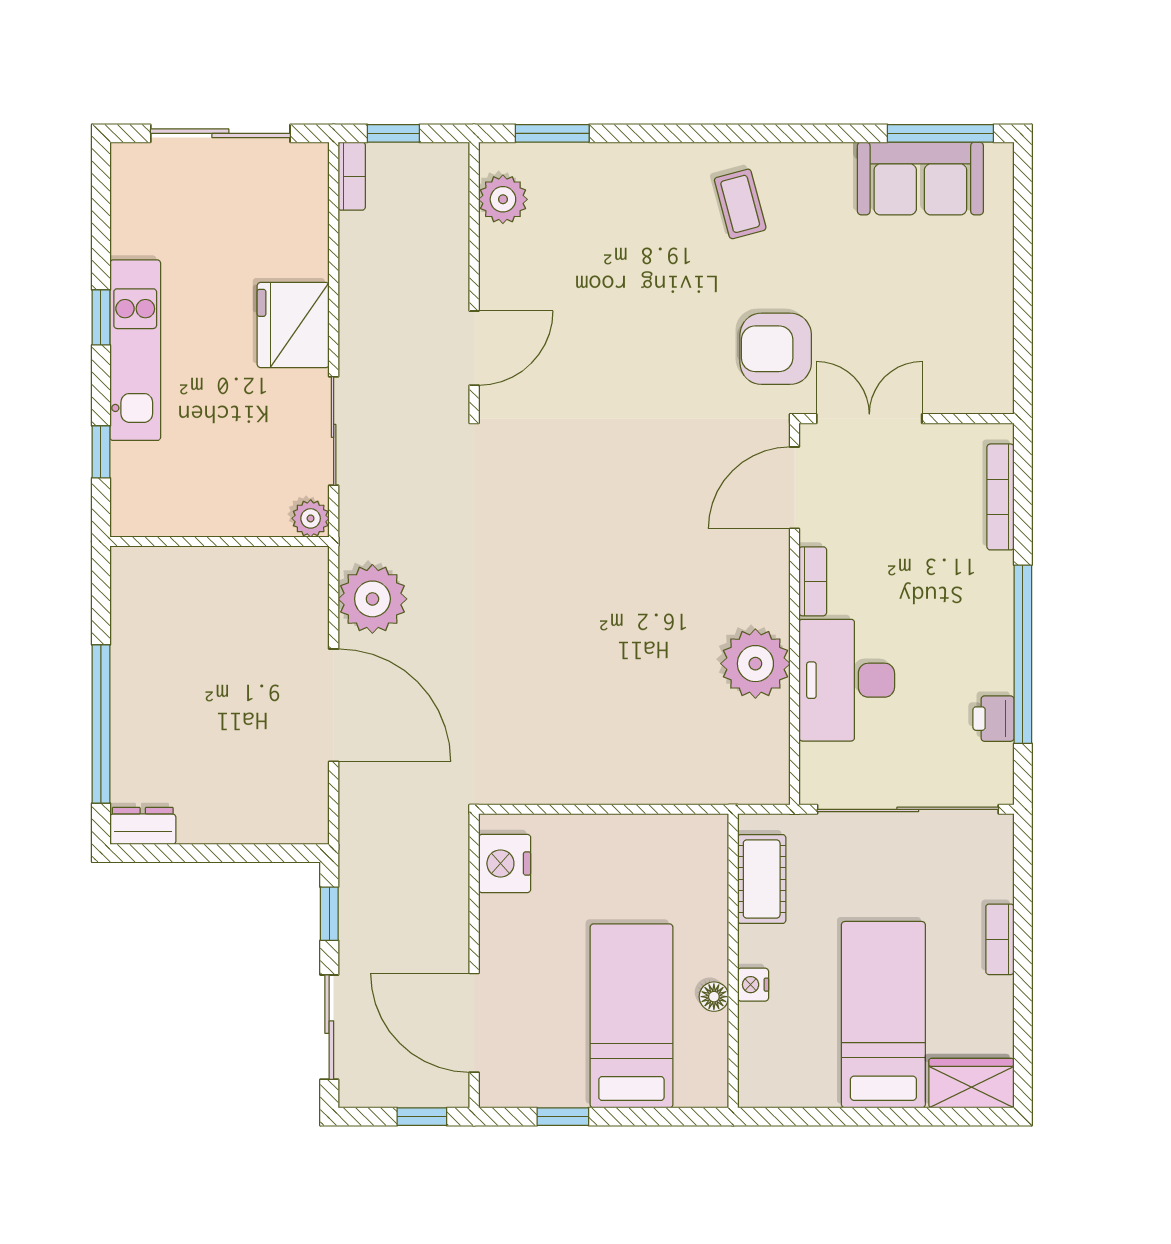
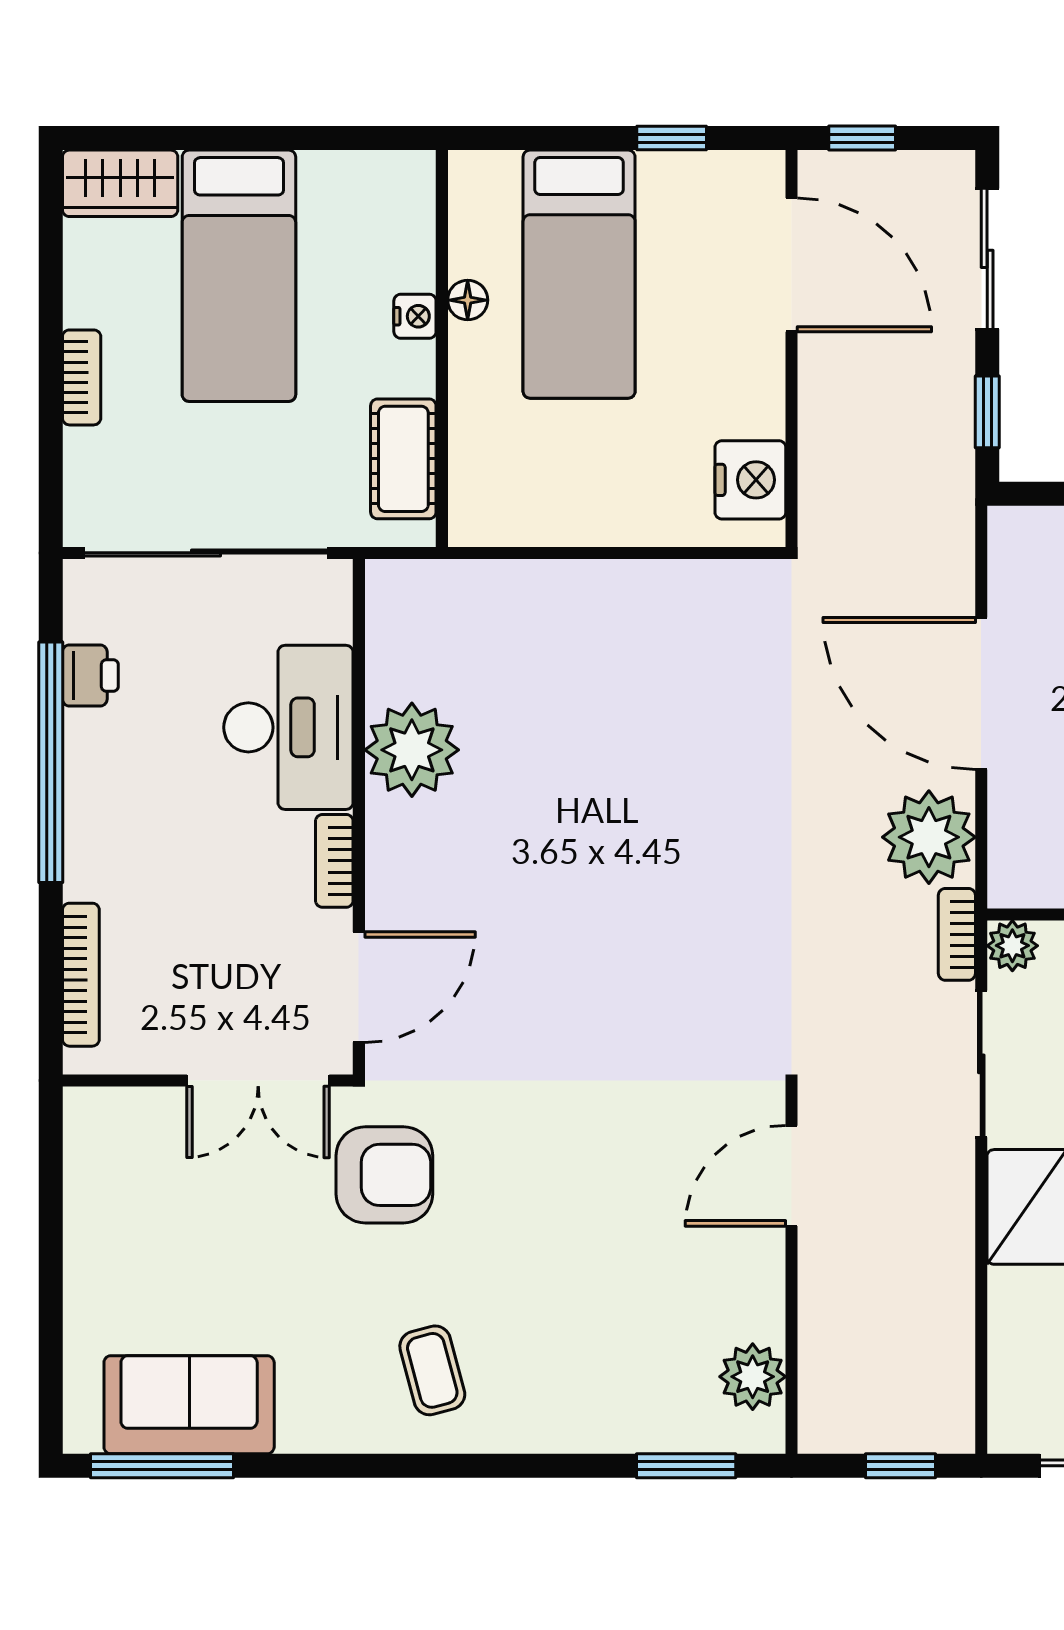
bookcase: (352, 176) -> (957, 934), moved

